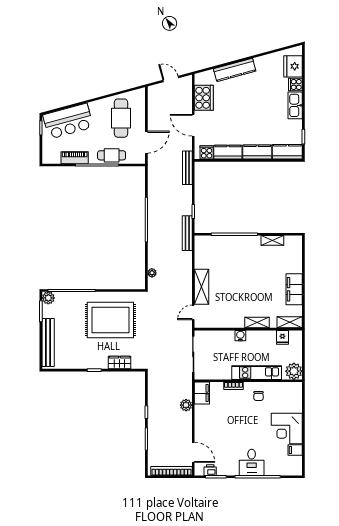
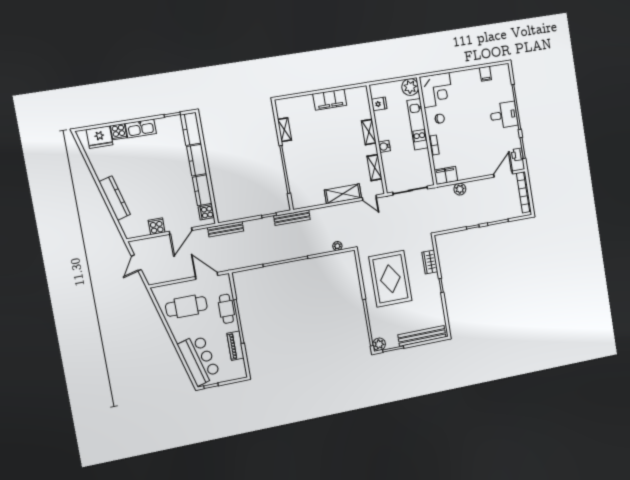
cooker: (204, 98) -> (157, 226), width x0.53, depth x0.76
shelving: (290, 322) -> (374, 168), moved
corner desk: (287, 428) -> (436, 90), moved

